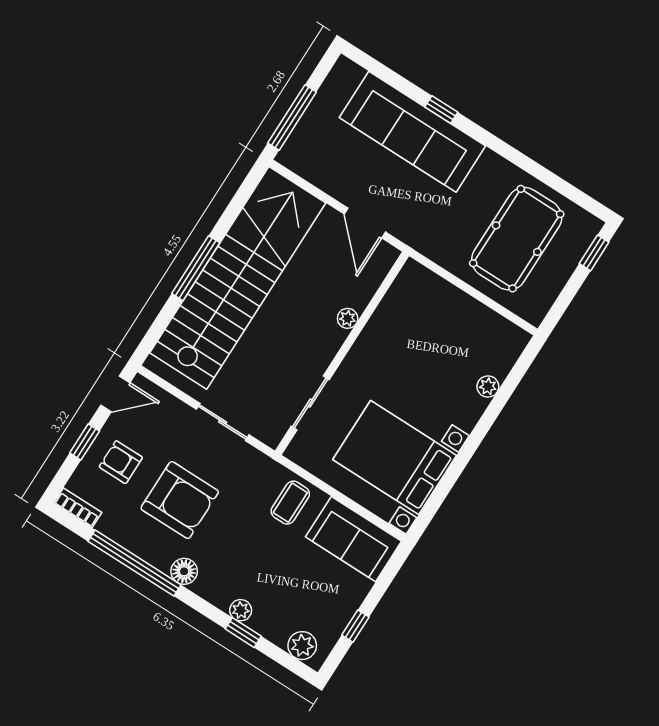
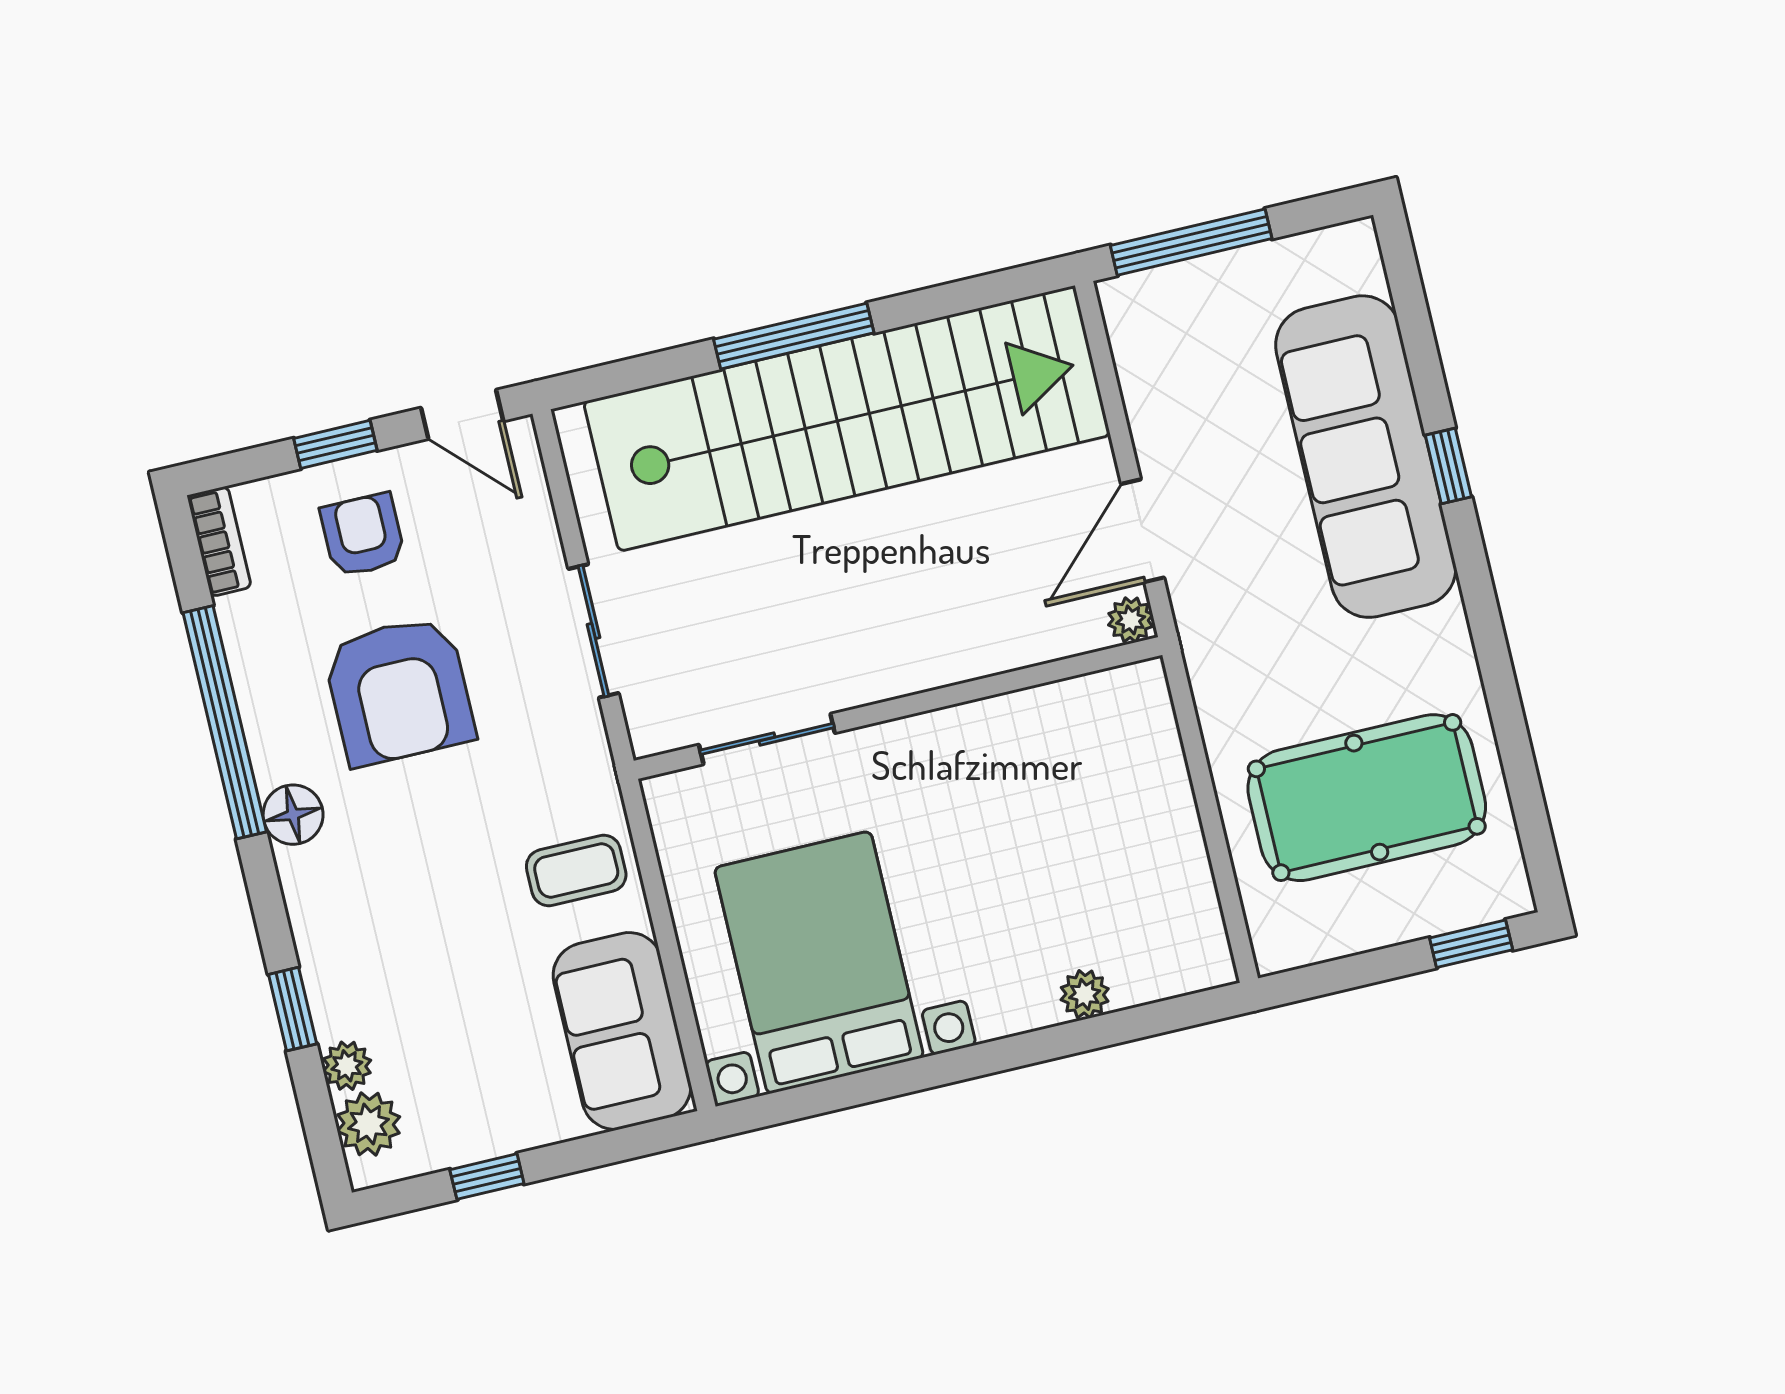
plant: (348, 318) -> (1131, 620), moved
plant: (241, 610) -> (347, 1066), moved

